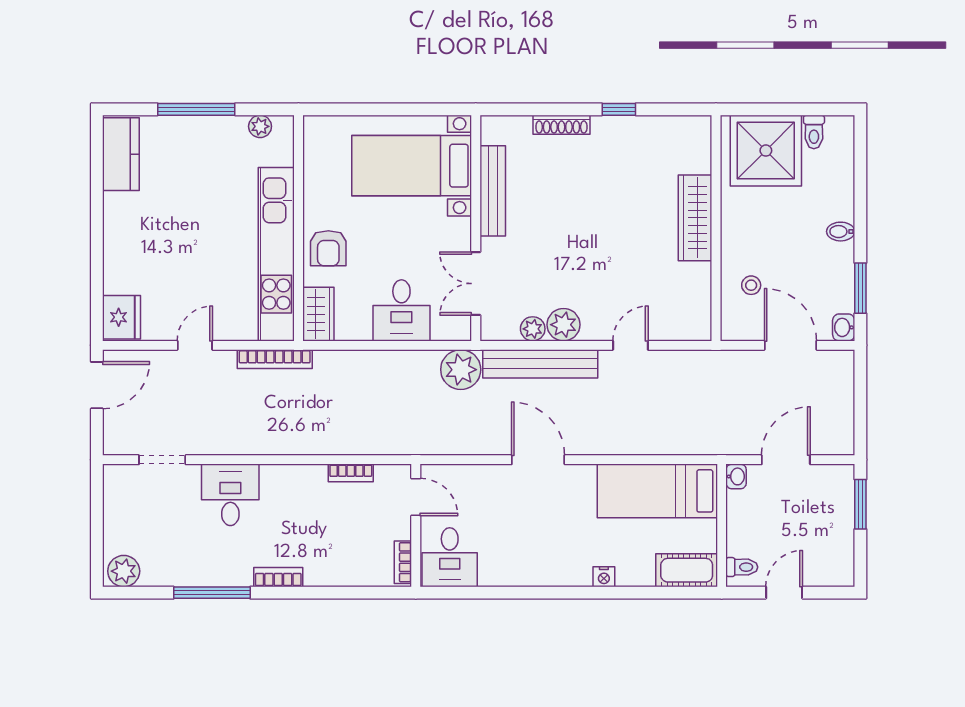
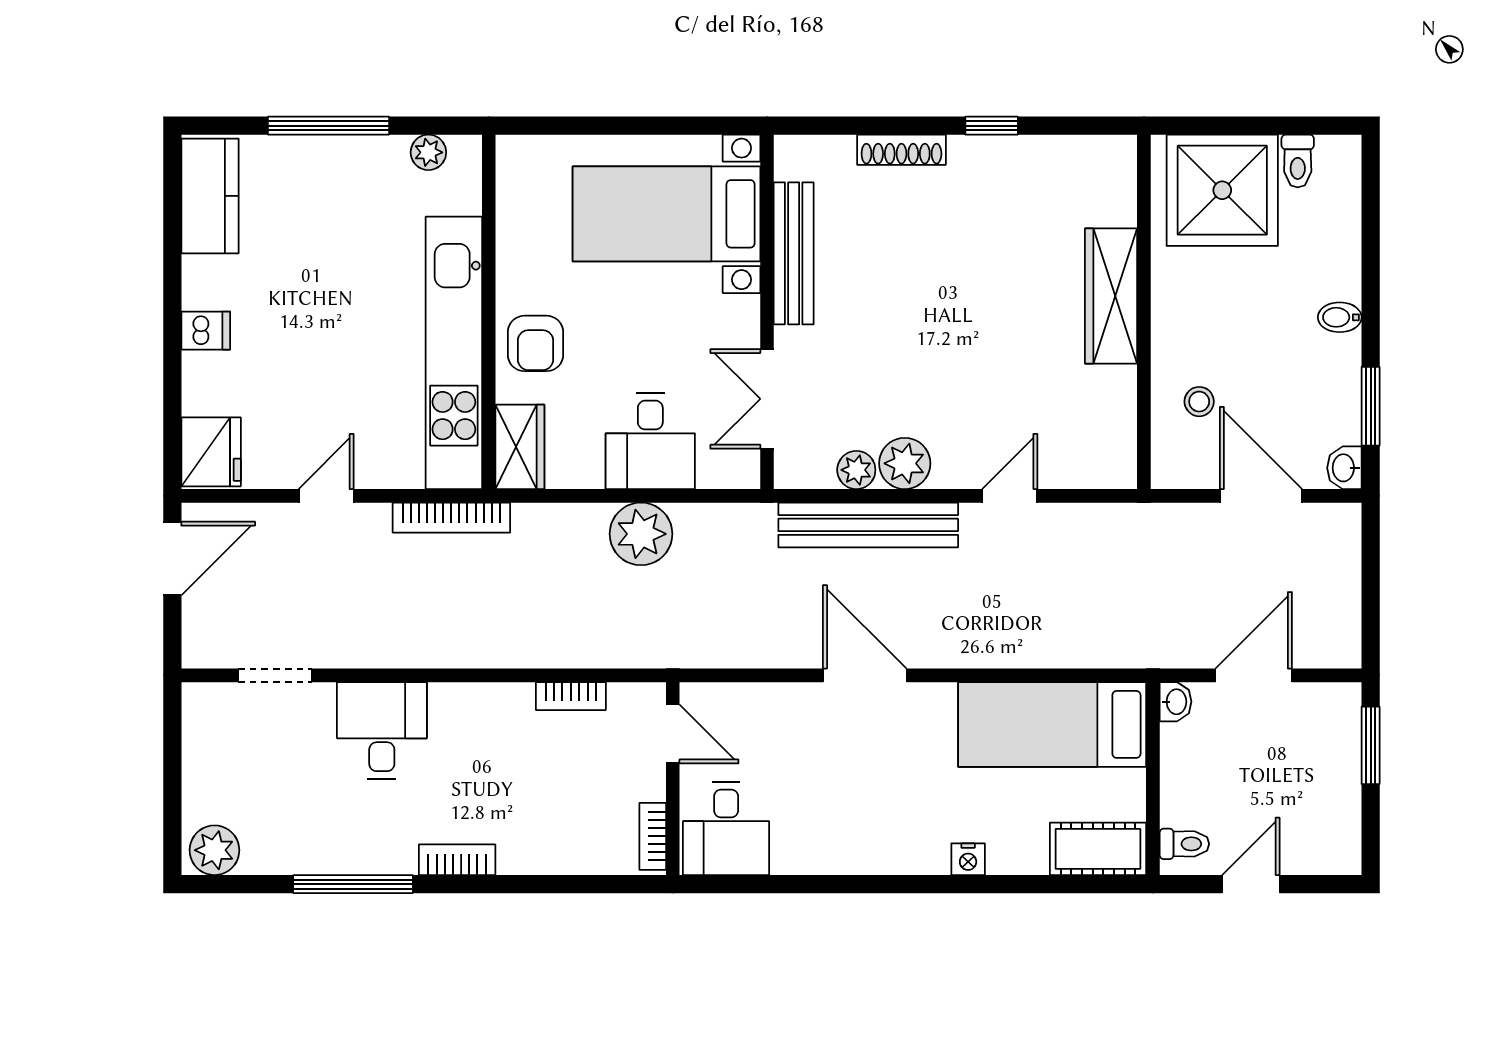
dishwasher: (118, 240) -> (206, 331), added
plant: (461, 370) -> (641, 534), moved

